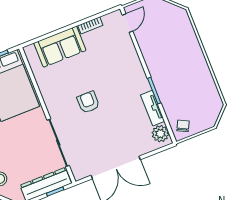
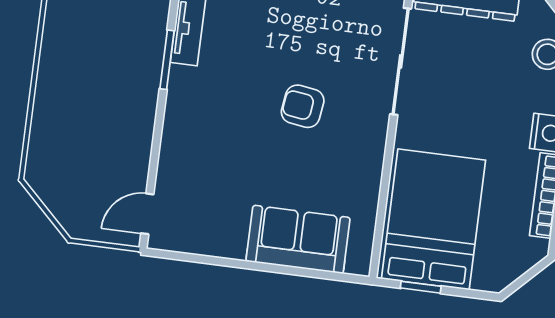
bookcase: (90, 25) -> (219, 248), removed
armchair: (88, 102) -> (303, 106), turned 98

